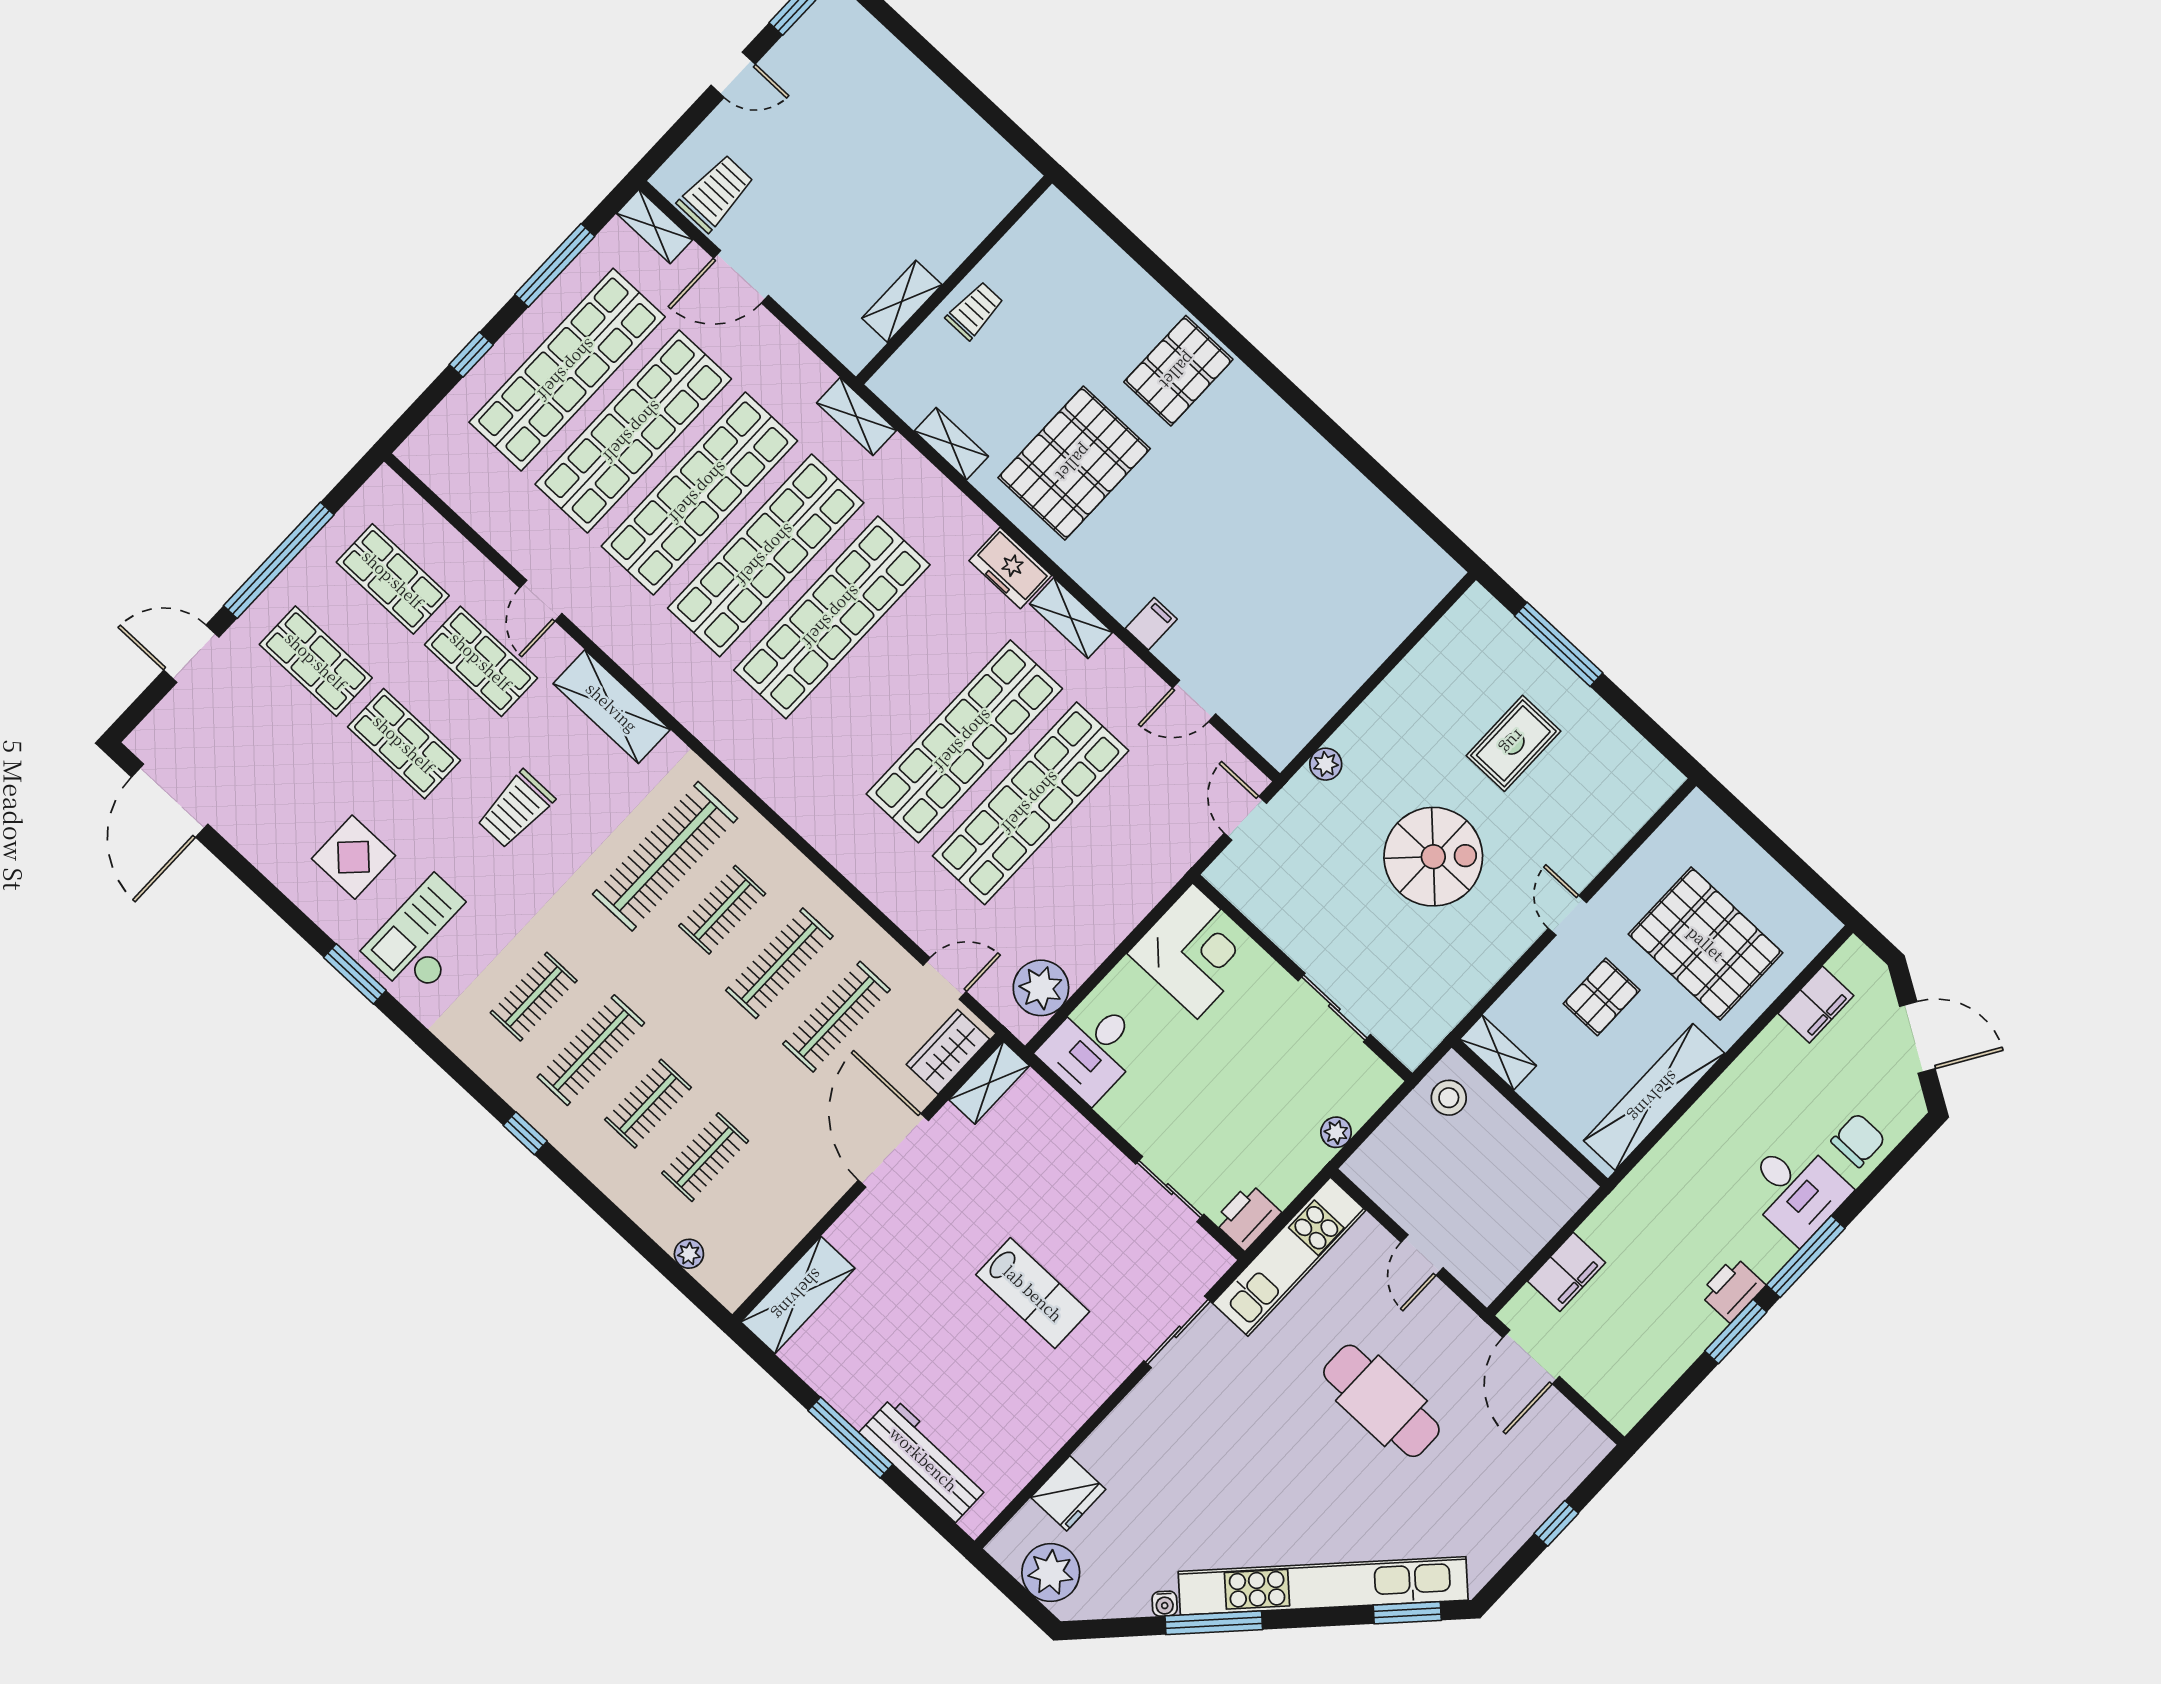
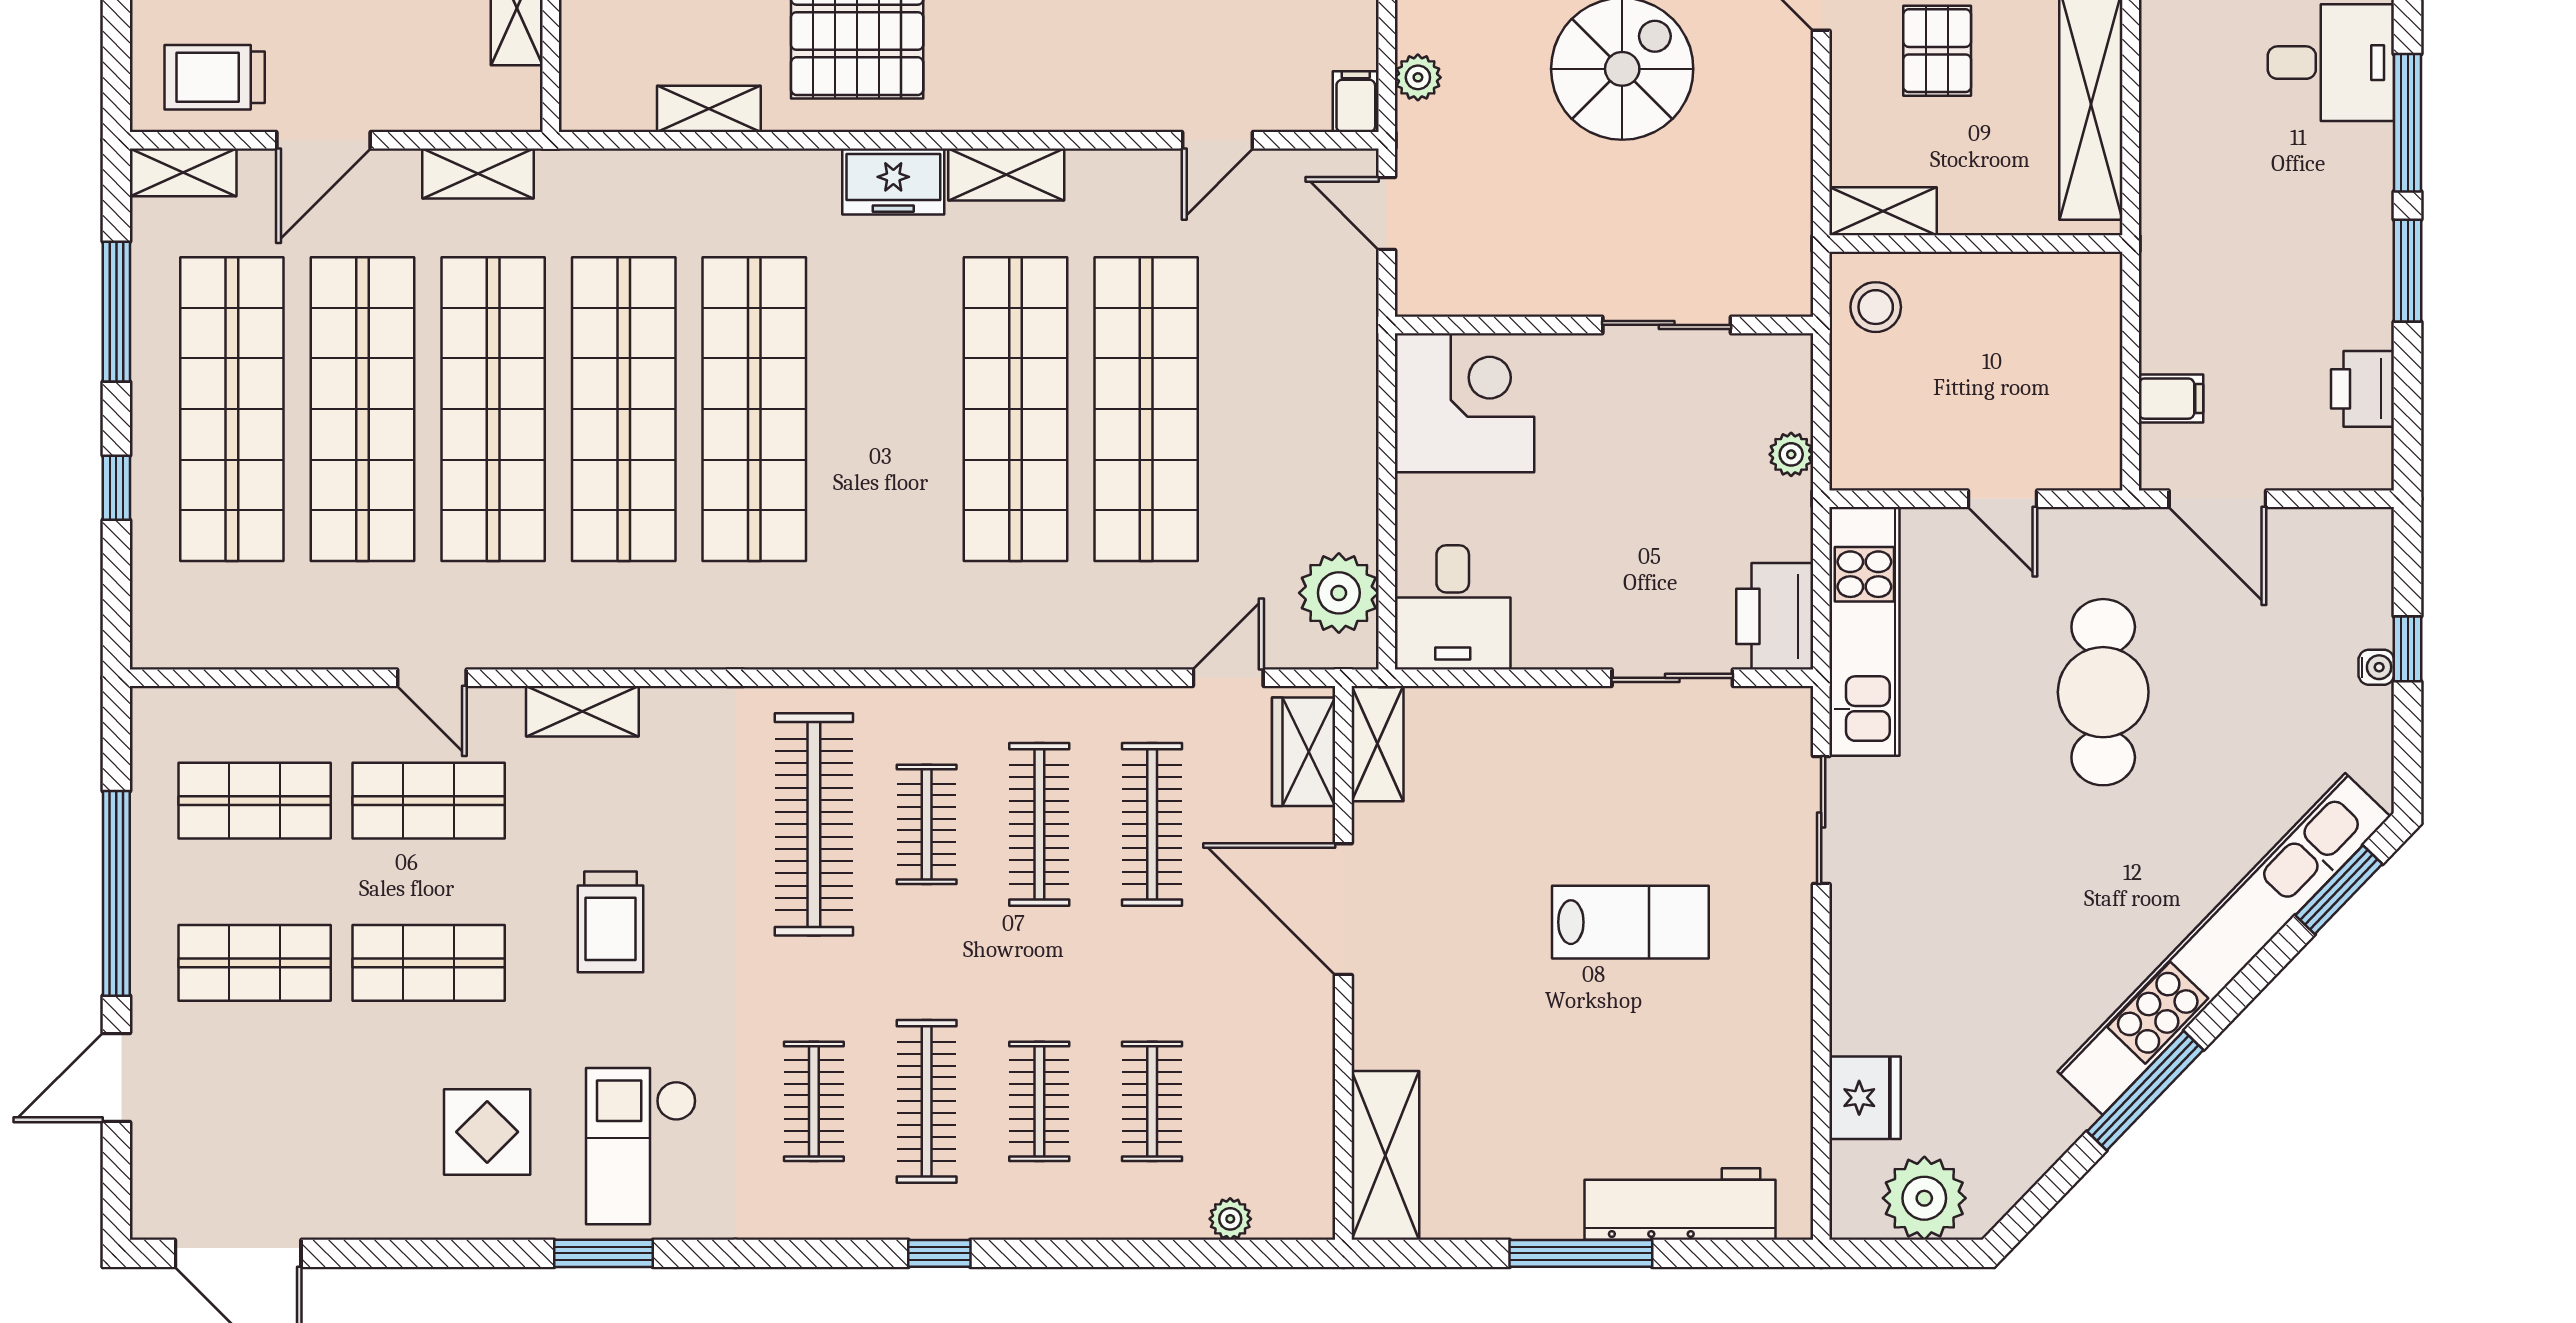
trolley: (716, 193) -> (215, 77), turned -90
shelving: (857, 417) -> (478, 174), moved
filing cabinet: (1151, 624) -> (1356, 102), moved
shelving: (612, 707) -> (582, 711), width x0.67, depth x0.75
printer: (1247, 1217) -> (1775, 616), width x1.37, depth x1.19
filing cabinet: (1567, 1272) -> (2171, 399), width x0.50
printer: (1732, 1289) -> (2363, 389), moved
cafe table: (1381, 1401) -> (2103, 692), turned 90
water cooler: (1165, 1604) -> (2376, 667), moved, turned -44

